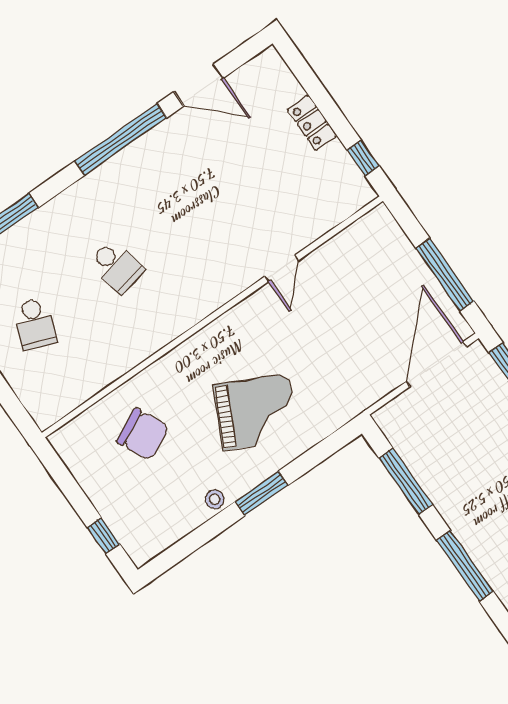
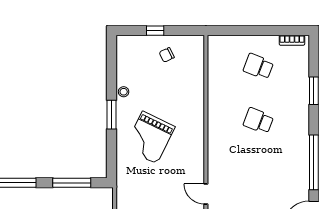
school desk: (116, 267) -> (258, 121), turned 33
chair: (143, 434) -> (167, 55), moved, width x0.54, depth x0.54
window: (103, 536) -> (155, 31), moved

